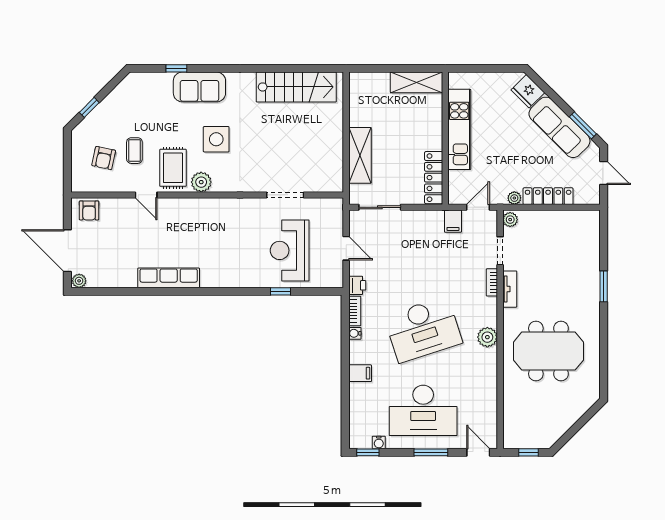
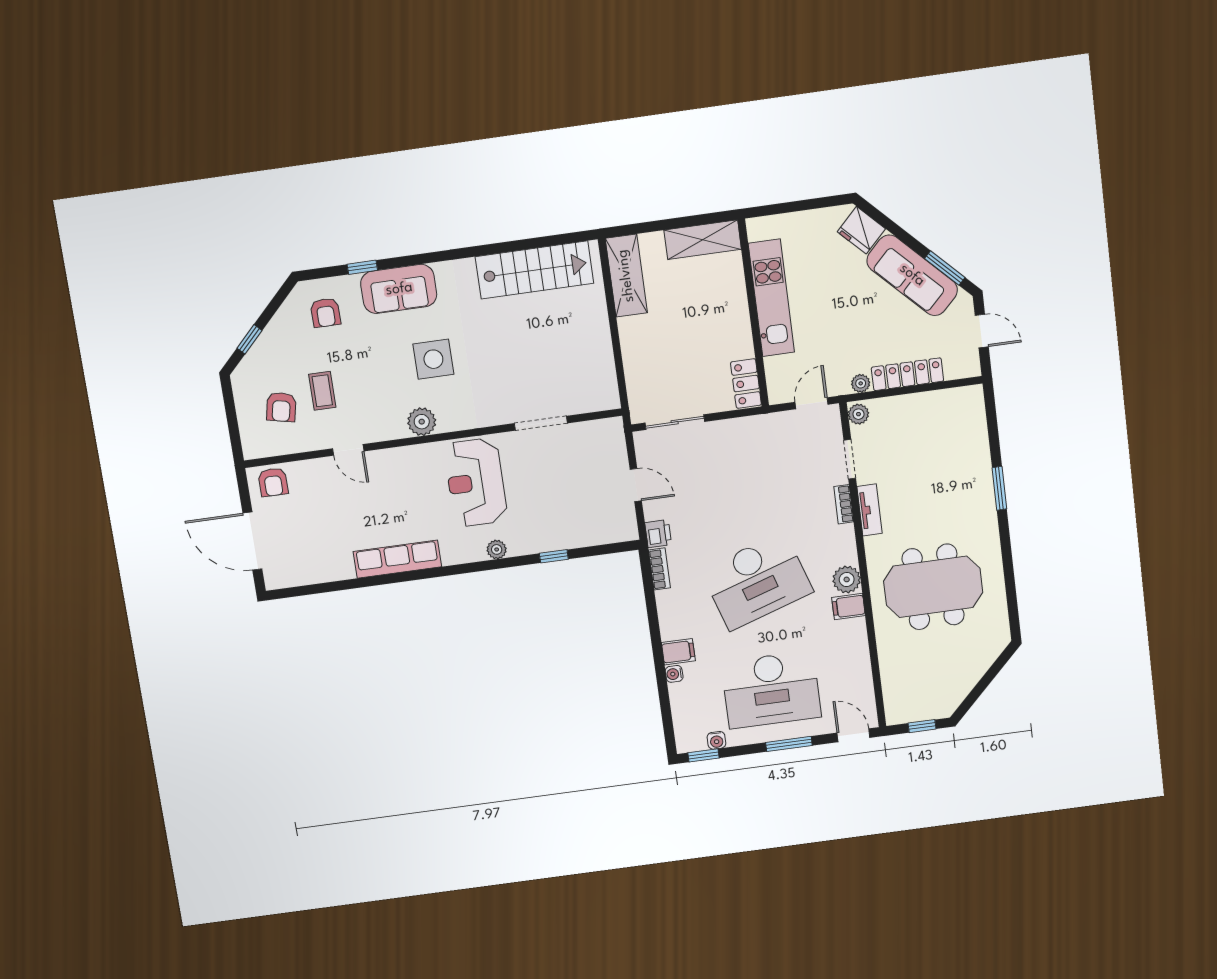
armchair: (146, 96) -> (325, 313), added
shelving: (360, 155) -> (626, 276), moved
rug: (173, 168) -> (380, 407), removed
locker: (434, 178) -> (746, 384), width x0.66
filing cabinet: (453, 221) -> (849, 607), moved, turned 90
reception desk: (290, 250) -> (476, 482), moved
plant: (79, 281) -> (497, 549), moved
water cooler: (355, 333) -> (674, 674), moved

